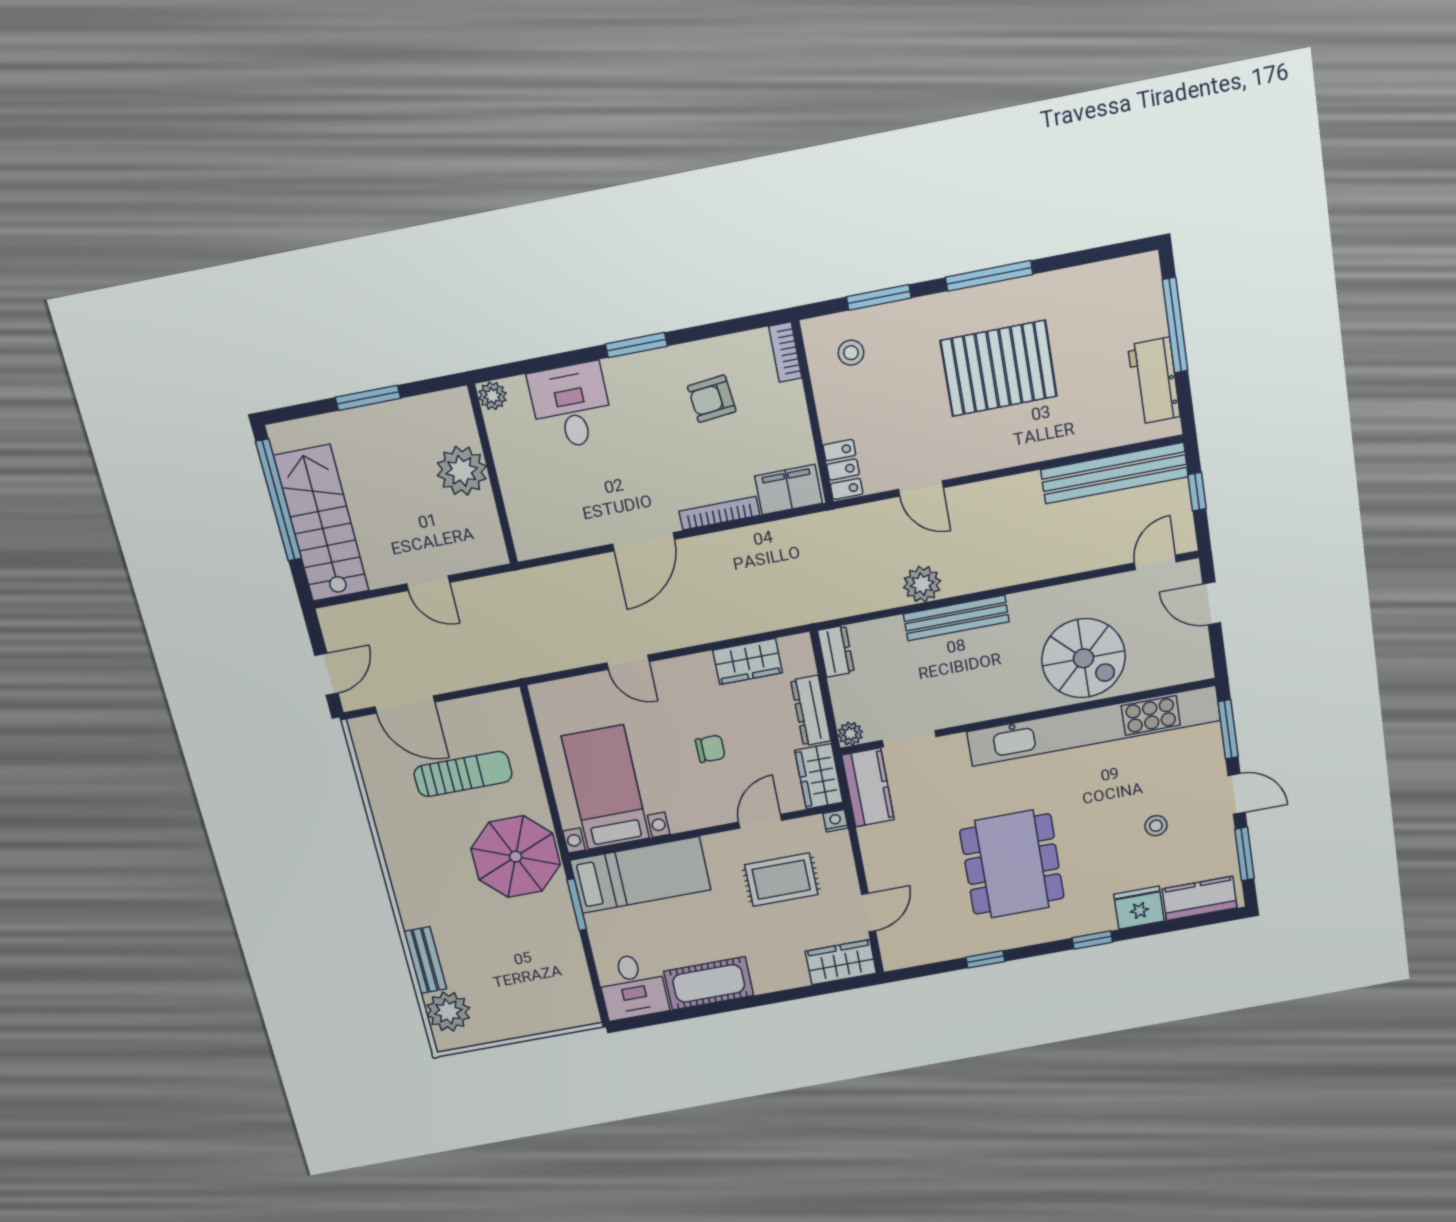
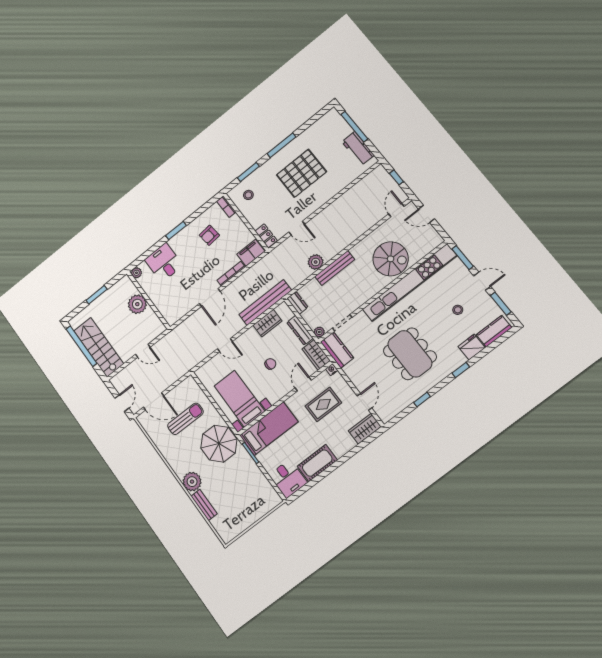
bench: (1114, 473) -> (265, 302), moved
plant: (448, 1012) -> (192, 482), moved

